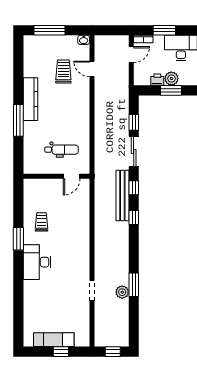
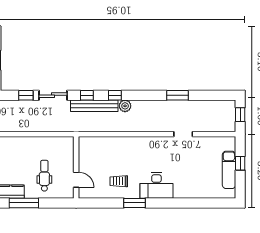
dental chair: (61, 150) -> (44, 176), moved
door: (72, 176) -> (76, 180), moved
plant: (122, 292) -> (125, 106), moved

